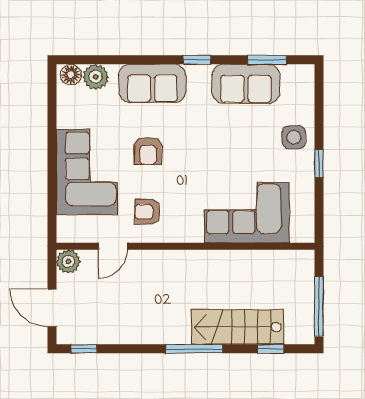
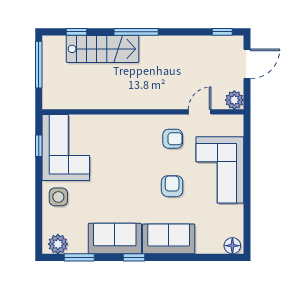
plant: (96, 77) -> (58, 244), moved
sofa: (246, 84) -> (115, 239), moved
window: (319, 164) -> (39, 146), moved
corner sofa: (247, 213) -> (66, 148), moved, turned -90
door: (52, 308) -> (247, 64), hinge flipped

